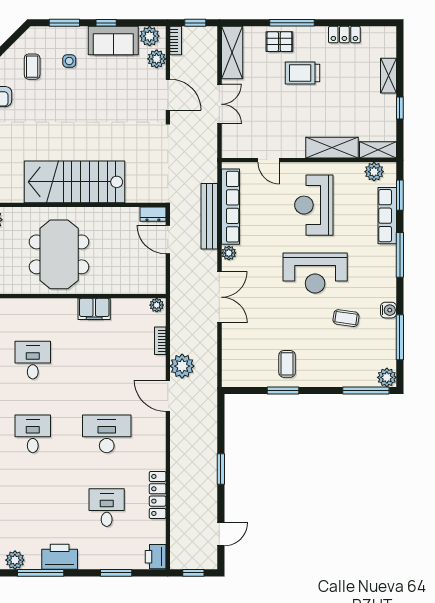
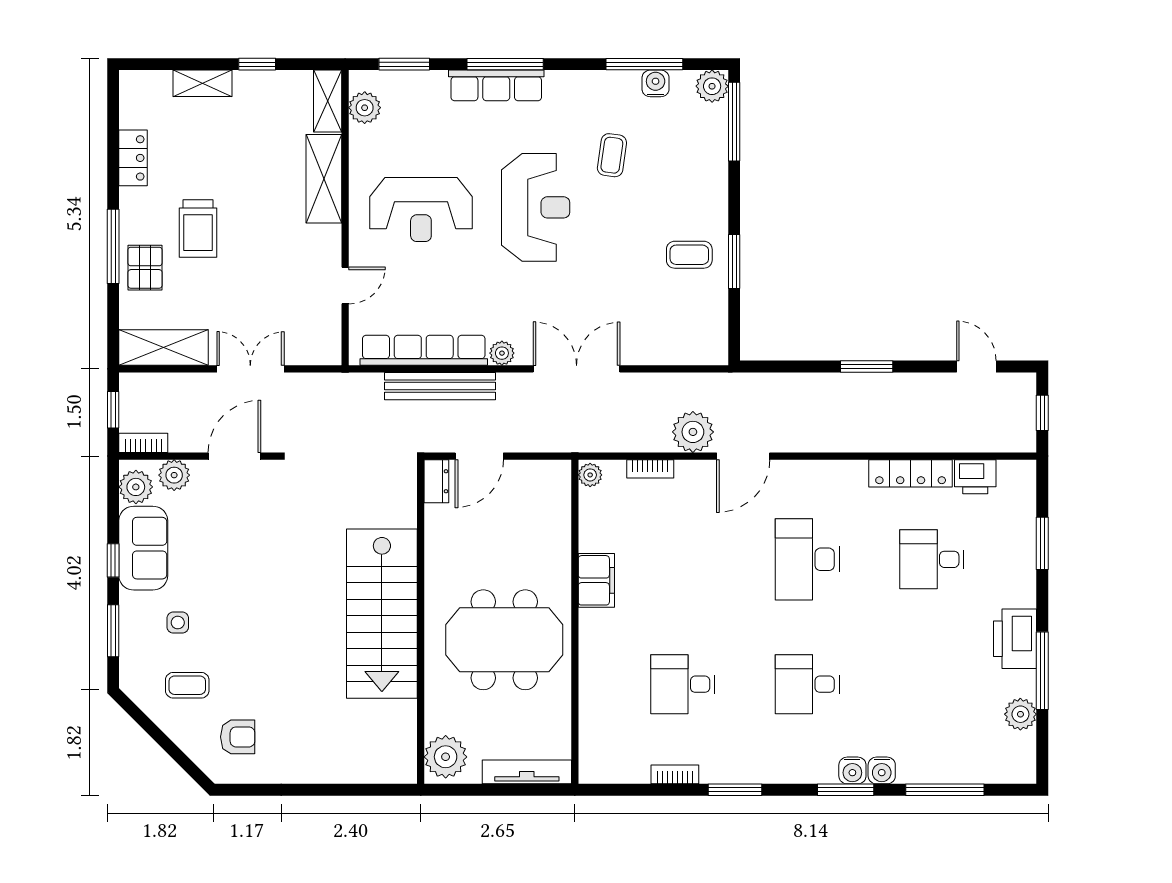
row of seats: (387, 216) -> (496, 85), moved
water cooler: (388, 310) -> (656, 83), moved
printer: (156, 557) -> (975, 477), moved

